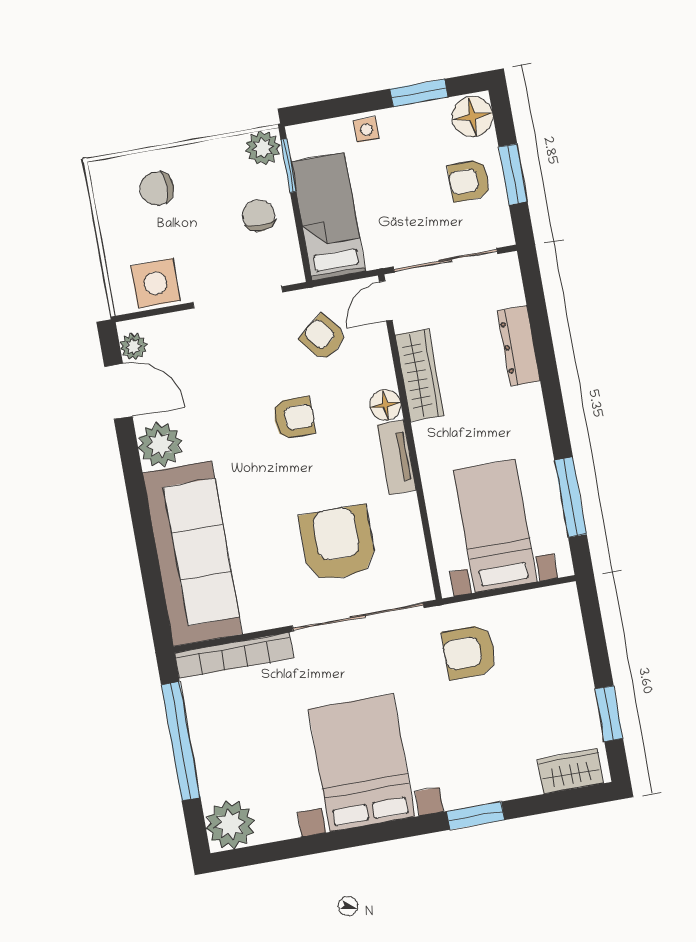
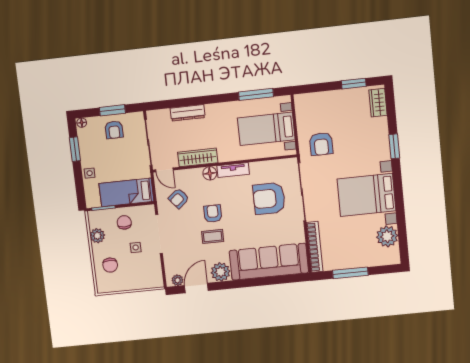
floor lamp: (472, 116) -> (82, 123), width x0.53, depth x0.53
plant: (263, 148) -> (97, 236), moved
chair: (259, 216) -> (124, 222), turned 90
side table: (156, 283) -> (136, 247), moved, width x0.54, depth x0.54
coffee table: (241, 421) -> (213, 236), added
window: (181, 741) -> (350, 273), width x0.68
plant: (230, 825) -> (387, 236), moved

